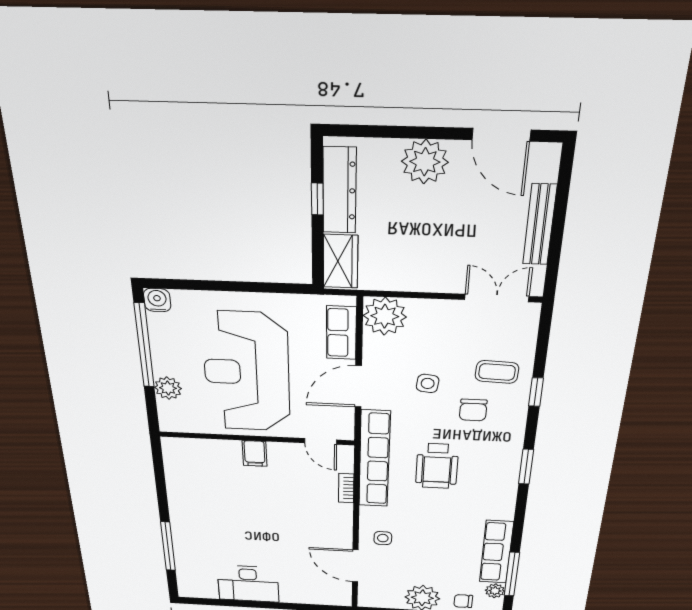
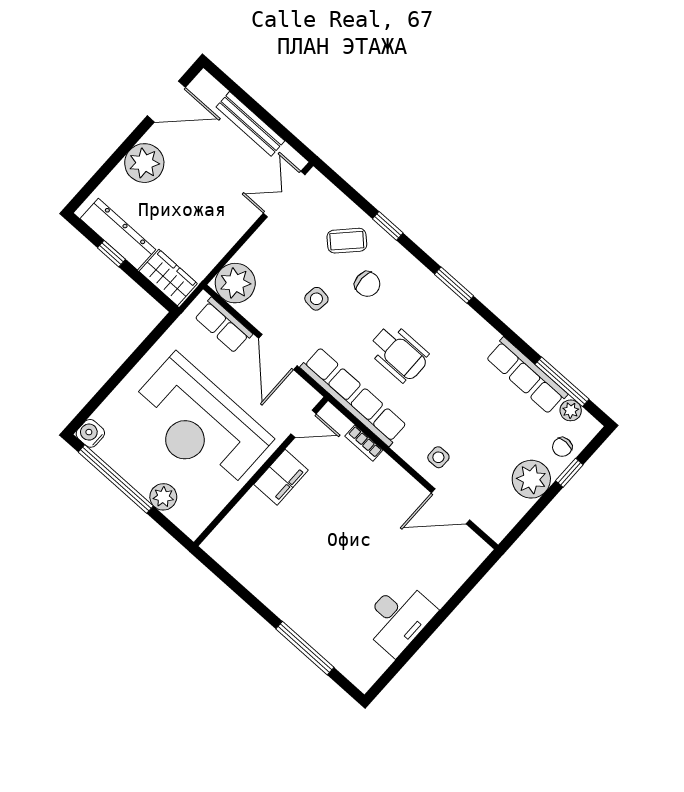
coffee table: (497, 372) -> (347, 241), turned 42
filing cabinet: (255, 453) -> (281, 477), width x2.00

